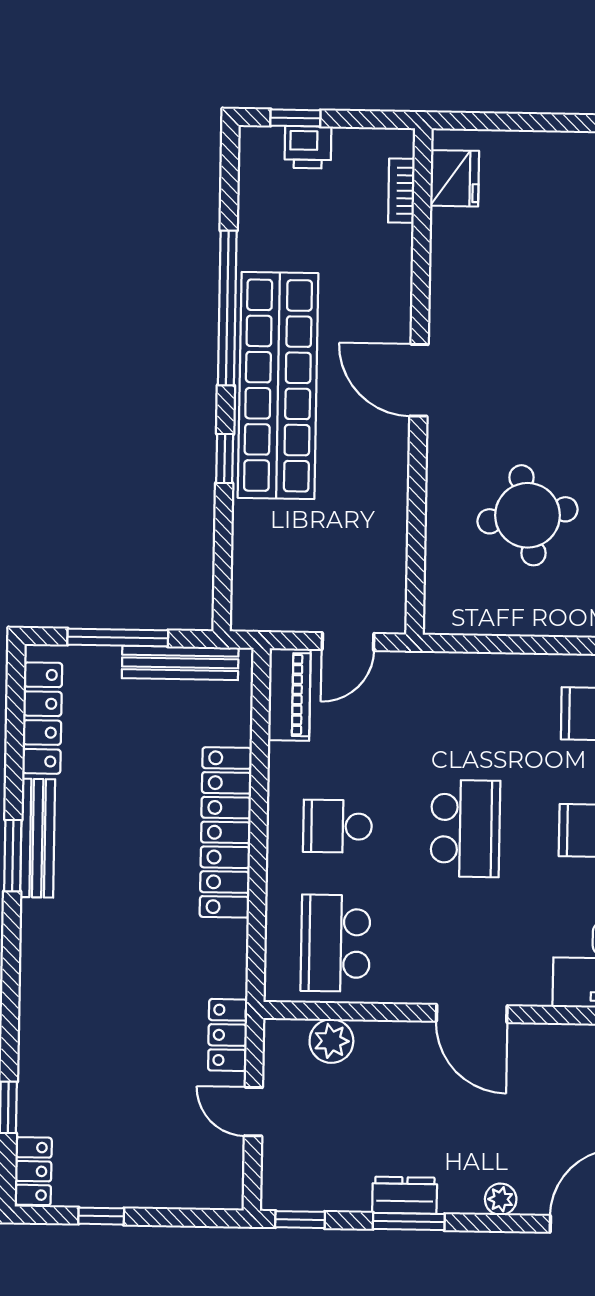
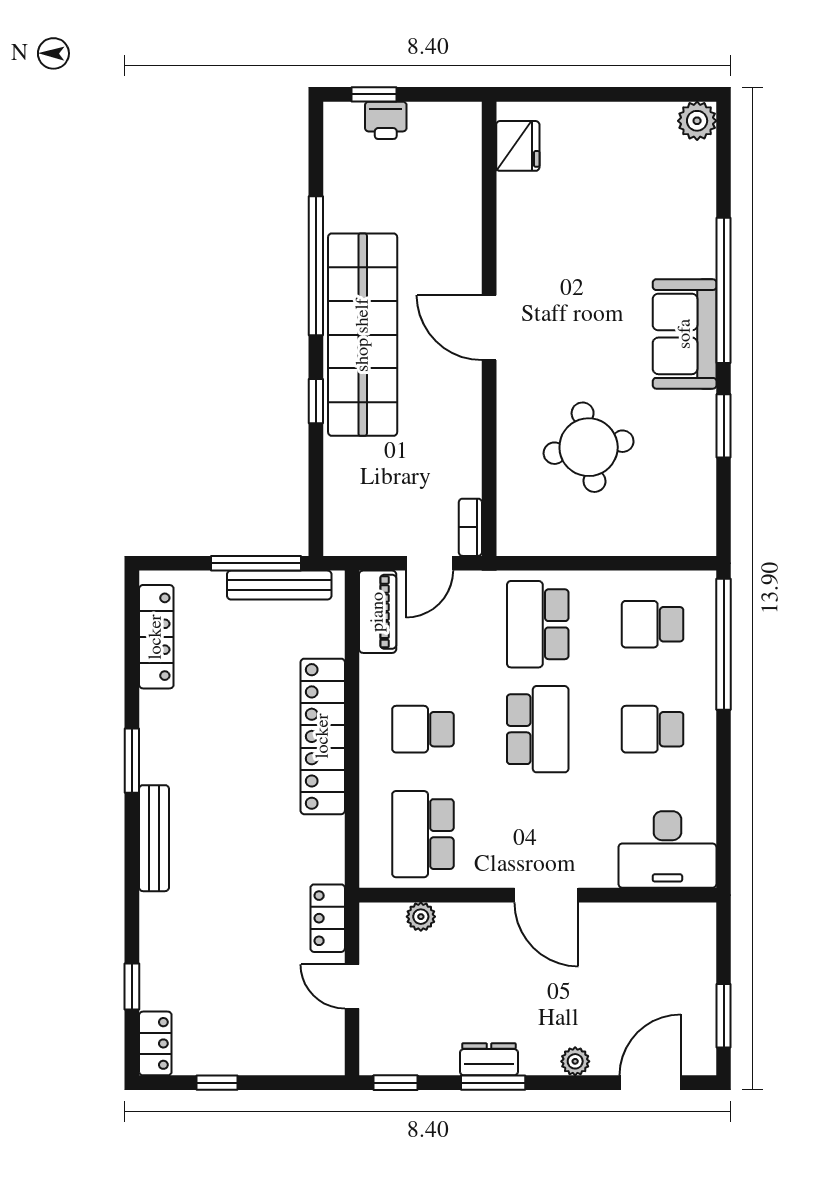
bookcase: (401, 191) -> (470, 527), moved
window: (118, 637) -> (256, 563), moved
school desk: (467, 712) -> (538, 624), added
bench: (38, 838) -> (154, 838), moved
plant: (331, 1041) -> (421, 917), width x0.73, depth x0.73

